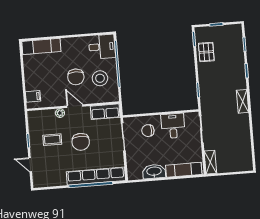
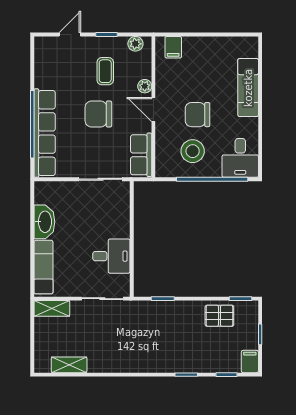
filing cabinet: (235, 30) -> (250, 362), added
exam couch: (41, 46) -> (248, 88), moved
shelving: (243, 101) -> (69, 365), moved
door: (75, 106) -> (153, 110), swing flipped
plant: (33, 121) -> (135, 44), added
chair: (148, 131) -> (107, 218), removed

